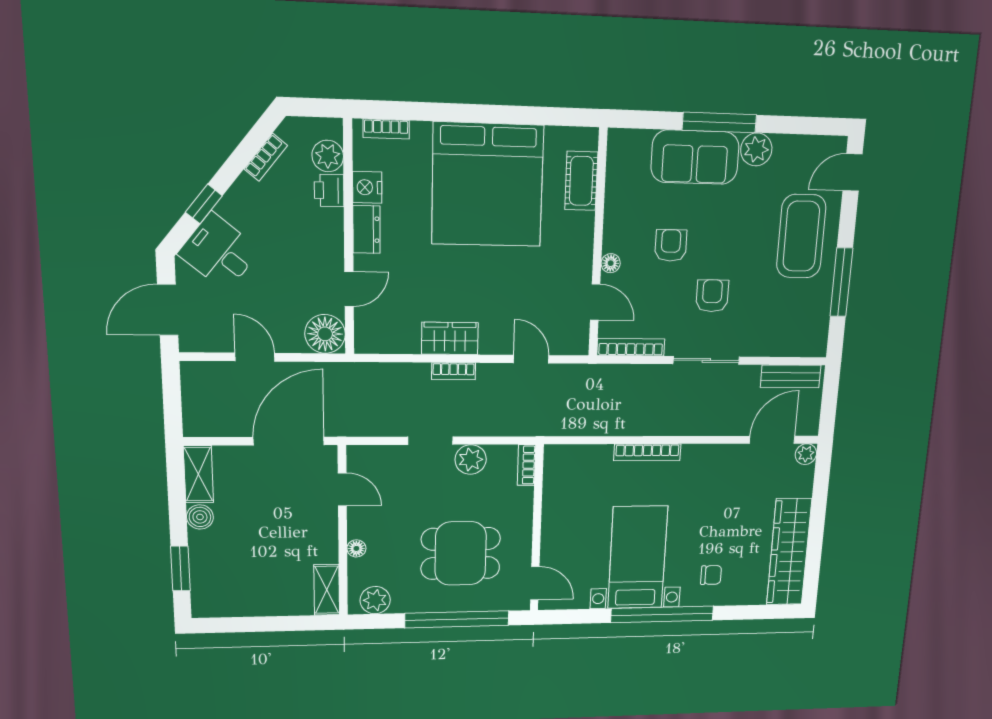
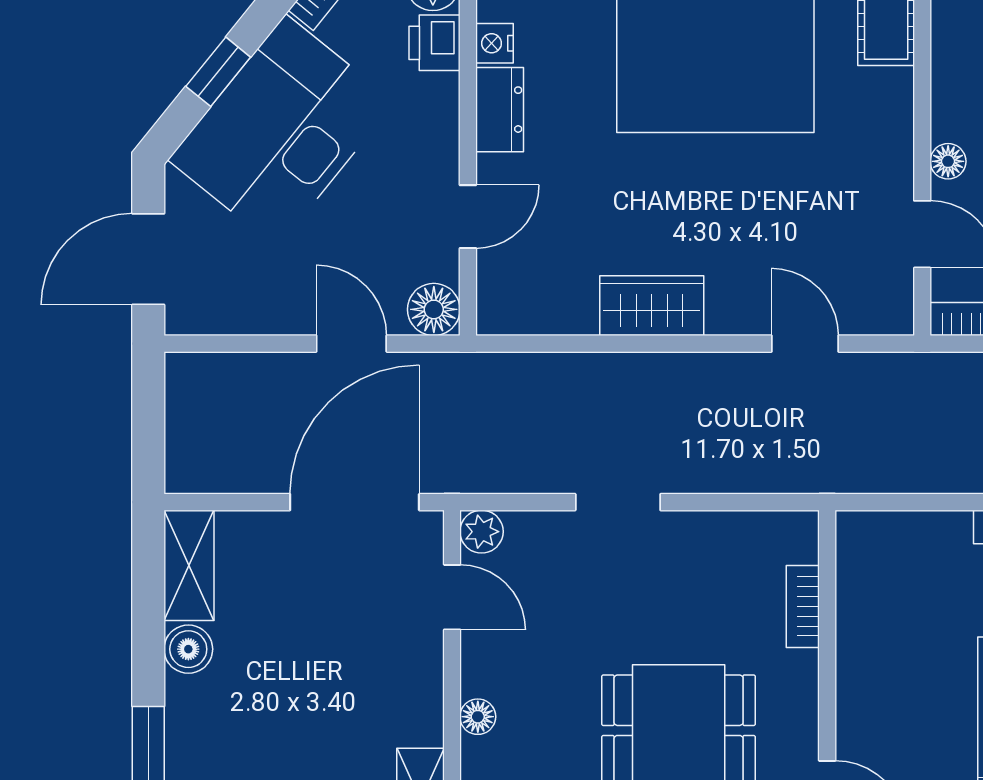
nightstand: (367, 187) -> (495, 43), width x0.72, depth x0.74
desk: (219, 252) -> (281, 131), width x1.87, depth x1.30
floor lamp: (325, 334) -> (434, 309), width x0.73, depth x0.73
door: (255, 357) -> (351, 344), moved
bookcase: (454, 371) -> (659, 368), removed
plant: (471, 460) -> (482, 532), moved, width x0.73, depth x0.73
bookcase: (527, 465) -> (803, 606), moved

